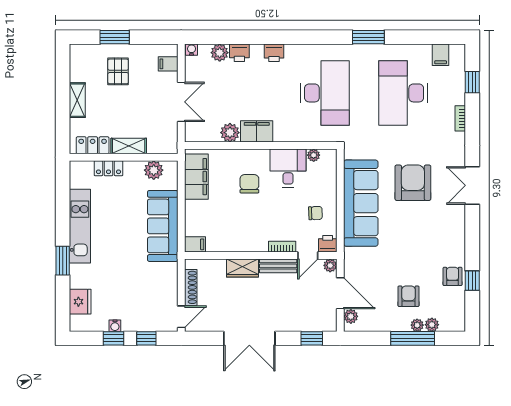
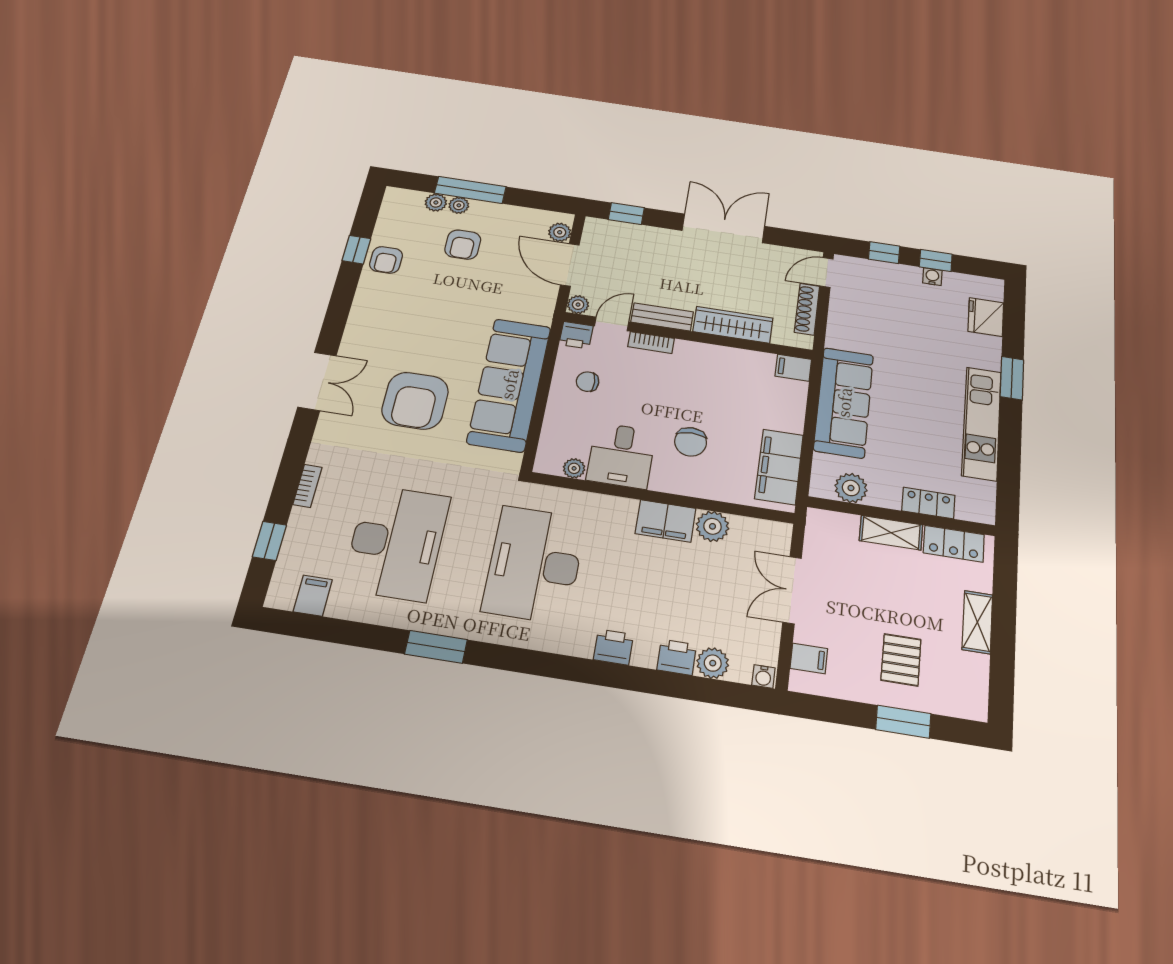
wardrobe: (243, 268) -> (733, 325), width x1.50

